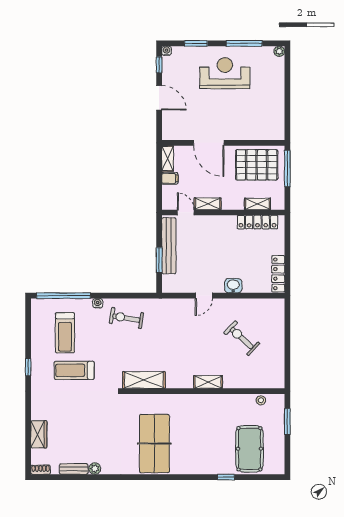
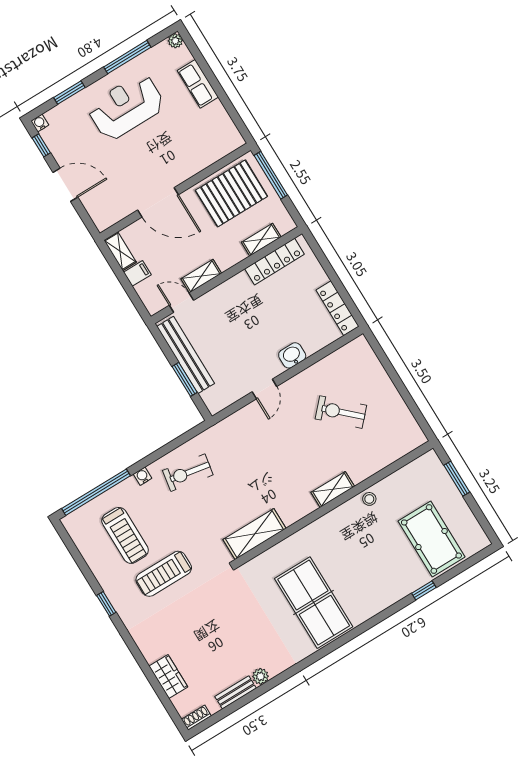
row of seats: (277, 86) -> (198, 84), added
stool: (261, 400) -> (369, 499), moved

